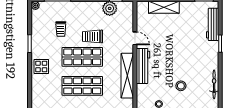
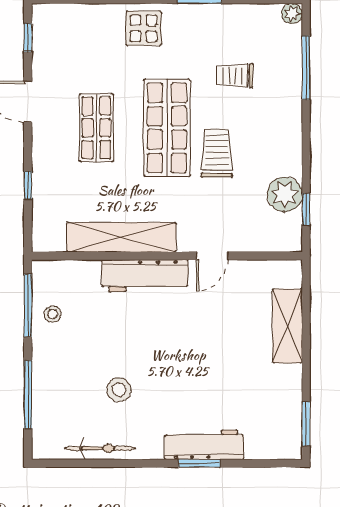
workbench: (213, 24) -> (204, 445), moved
shop shelf: (82, 86) -> (96, 128), width x0.70, depth x0.74
stool: (181, 86) -> (119, 390), moved

